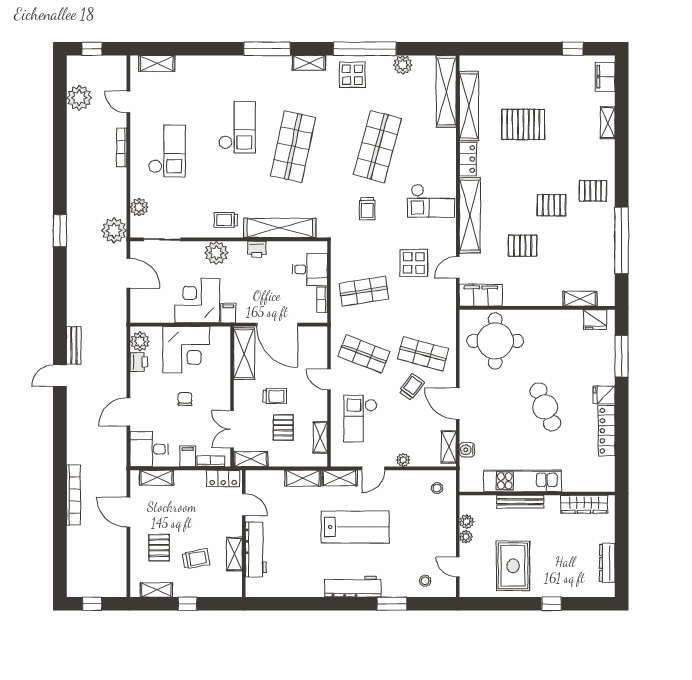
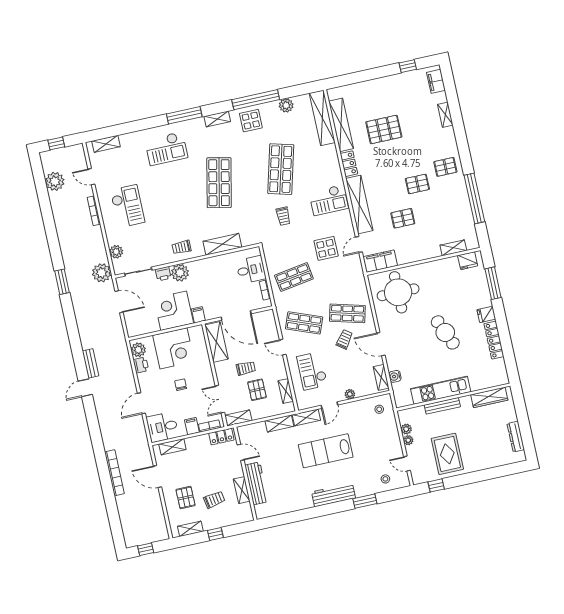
checkout: (237, 127) -> (166, 149), moved, turned 90
shelving: (280, 228) -> (222, 244), width x0.68
printer: (257, 249) -> (163, 274), moved
lab bench: (355, 527) -> (326, 451), turned 180
window: (551, 604) -> (436, 485), moved

